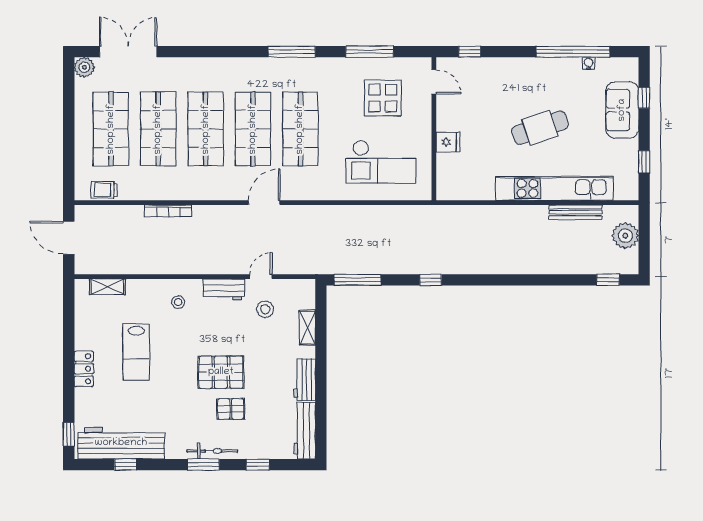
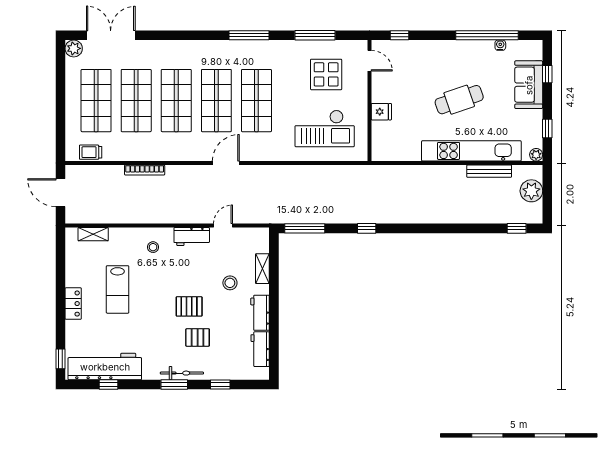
plant: (631, 193) -> (536, 155), added
stool: (265, 309) -> (230, 283), moved
pallet: (221, 372) -> (189, 306), width x0.67, depth x0.71
workbench: (305, 431) -> (260, 349), width x0.73

